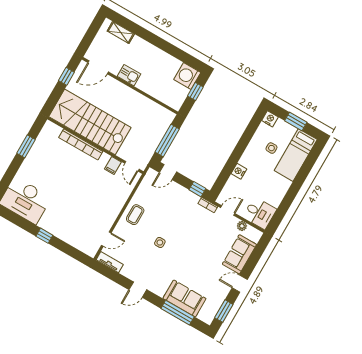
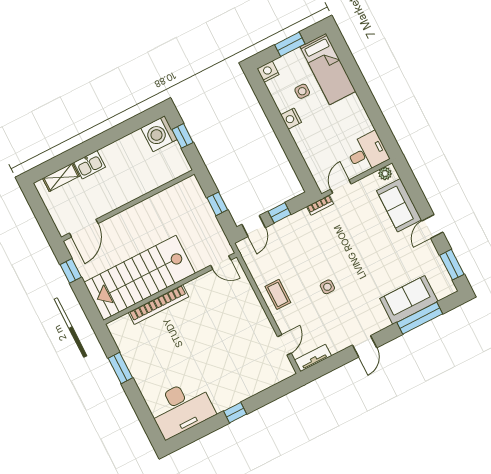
kitchen sink: (129, 75) -> (90, 165), moved, turned 180
window: (167, 140) -> (217, 204), width x0.46
filing cabinet: (113, 165) -> (206, 284), removed
nightstand: (239, 171) -> (291, 119), moved
window: (197, 189) -> (279, 213), moved
plant: (242, 226) -> (385, 174), moved

